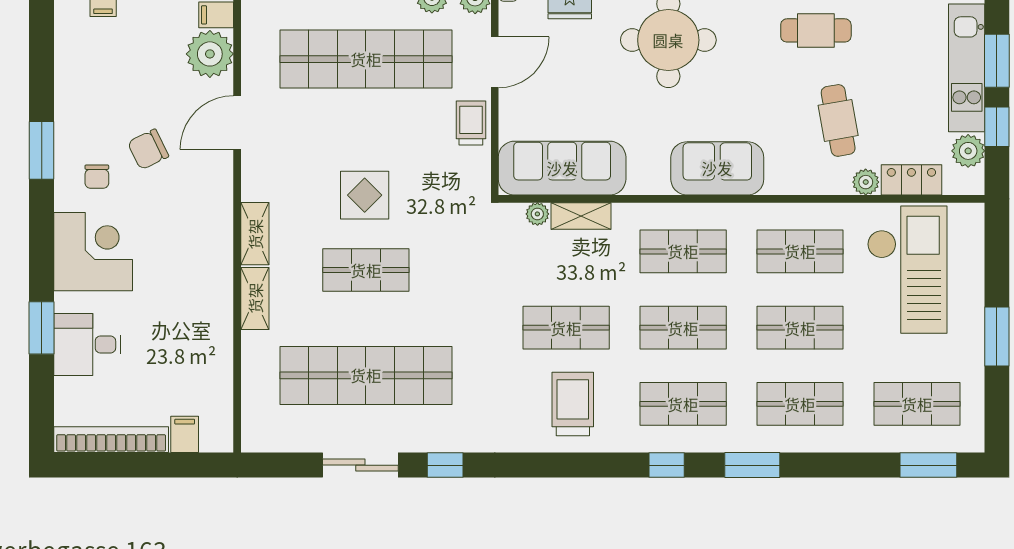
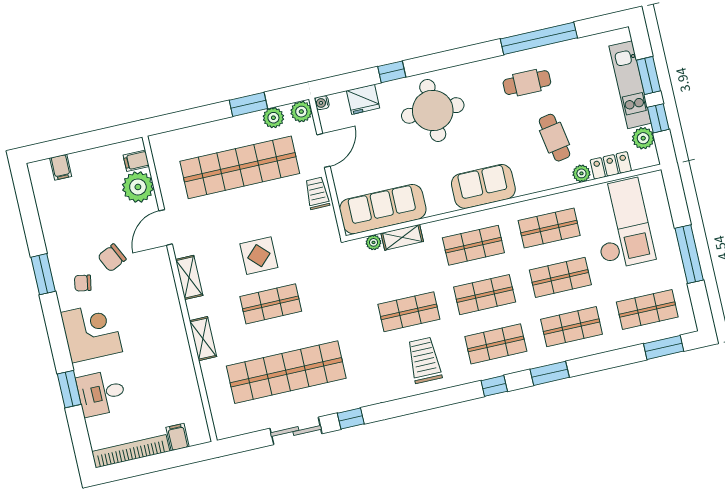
chair: (97, 177) -> (83, 283), turned 100
shelving: (255, 234) -> (189, 277), moved
window: (997, 337) -> (689, 254), width x1.44

